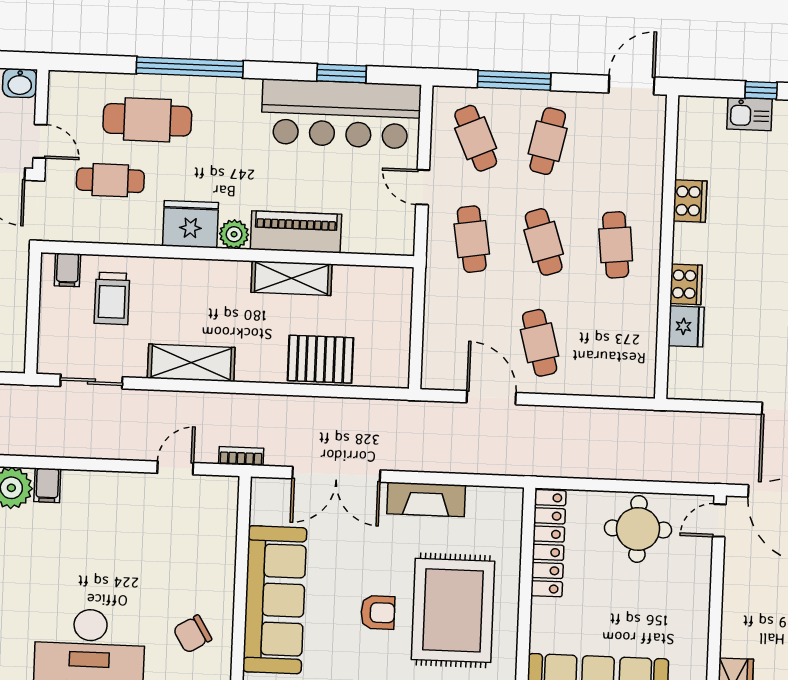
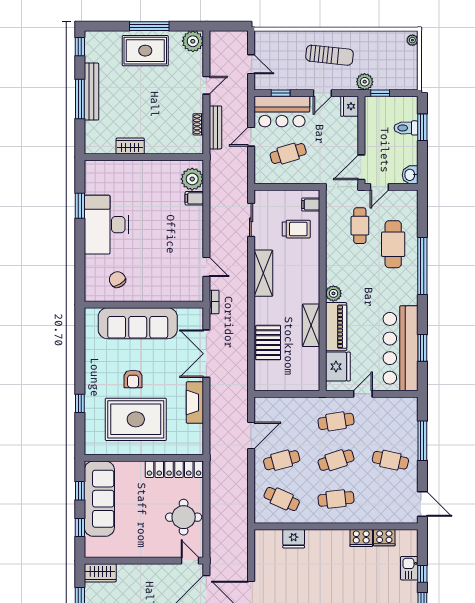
cafe table: (476, 138) -> (282, 499), moved, turned 48
fridge: (191, 224) -> (338, 367), moved
cooker: (686, 284) -> (384, 538), moved
trolley: (112, 298) -> (296, 229), turned 180

